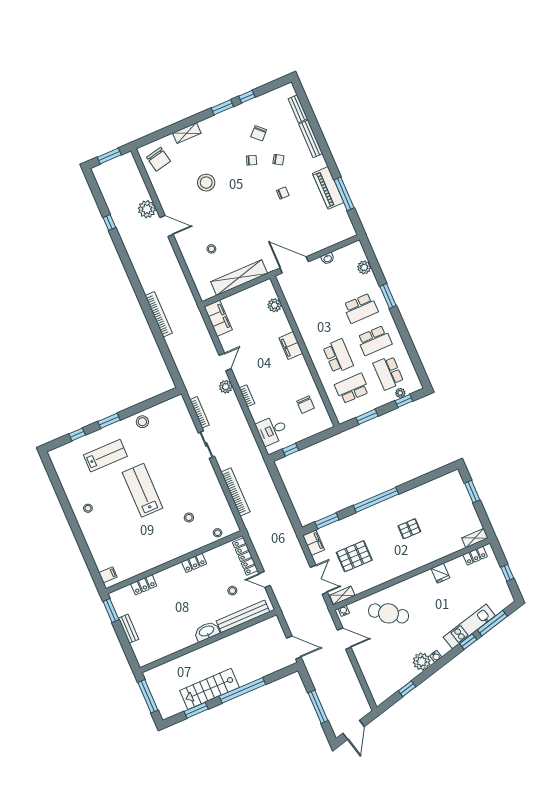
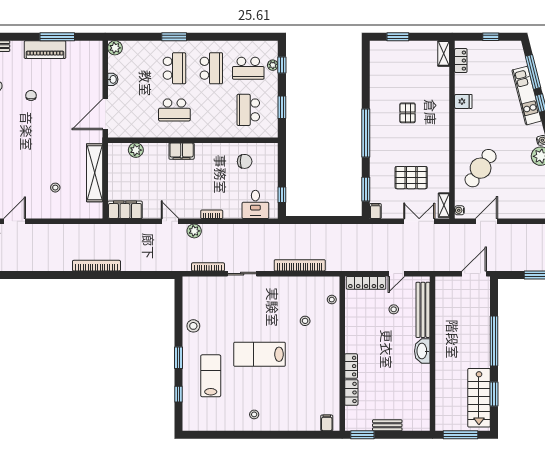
plant: (364, 267) -> (115, 48), moved
school desk: (338, 356) -> (174, 110), moved, turned 180
filing cabinet: (314, 543) -> (375, 211), width x0.50
pallet: (354, 556) -> (411, 178), turned 90
locker: (194, 563) -> (351, 366), moved
stairs: (209, 689) -> (479, 398), moved

